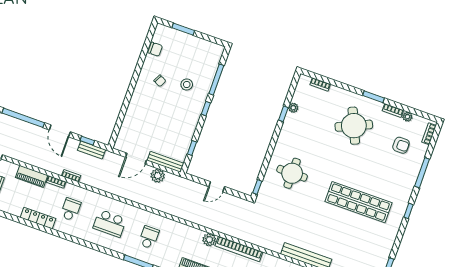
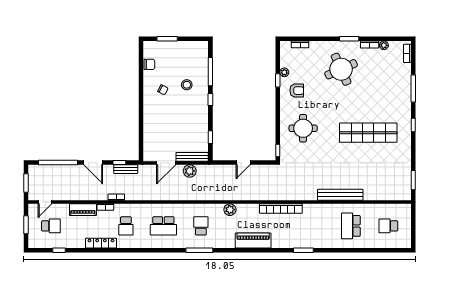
armchair: (401, 145) -> (297, 91), moved
school desk: (70, 209) -> (126, 226), turned 180
plant: (209, 240) -> (230, 210), moved

